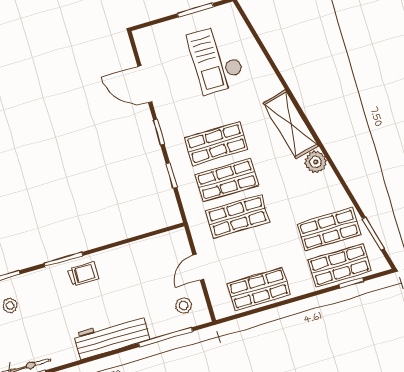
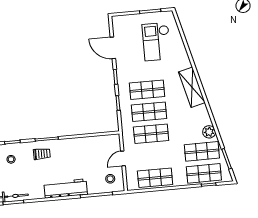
plant: (316, 162) -> (209, 132), moved
trolley: (83, 274) -> (42, 154), moved

